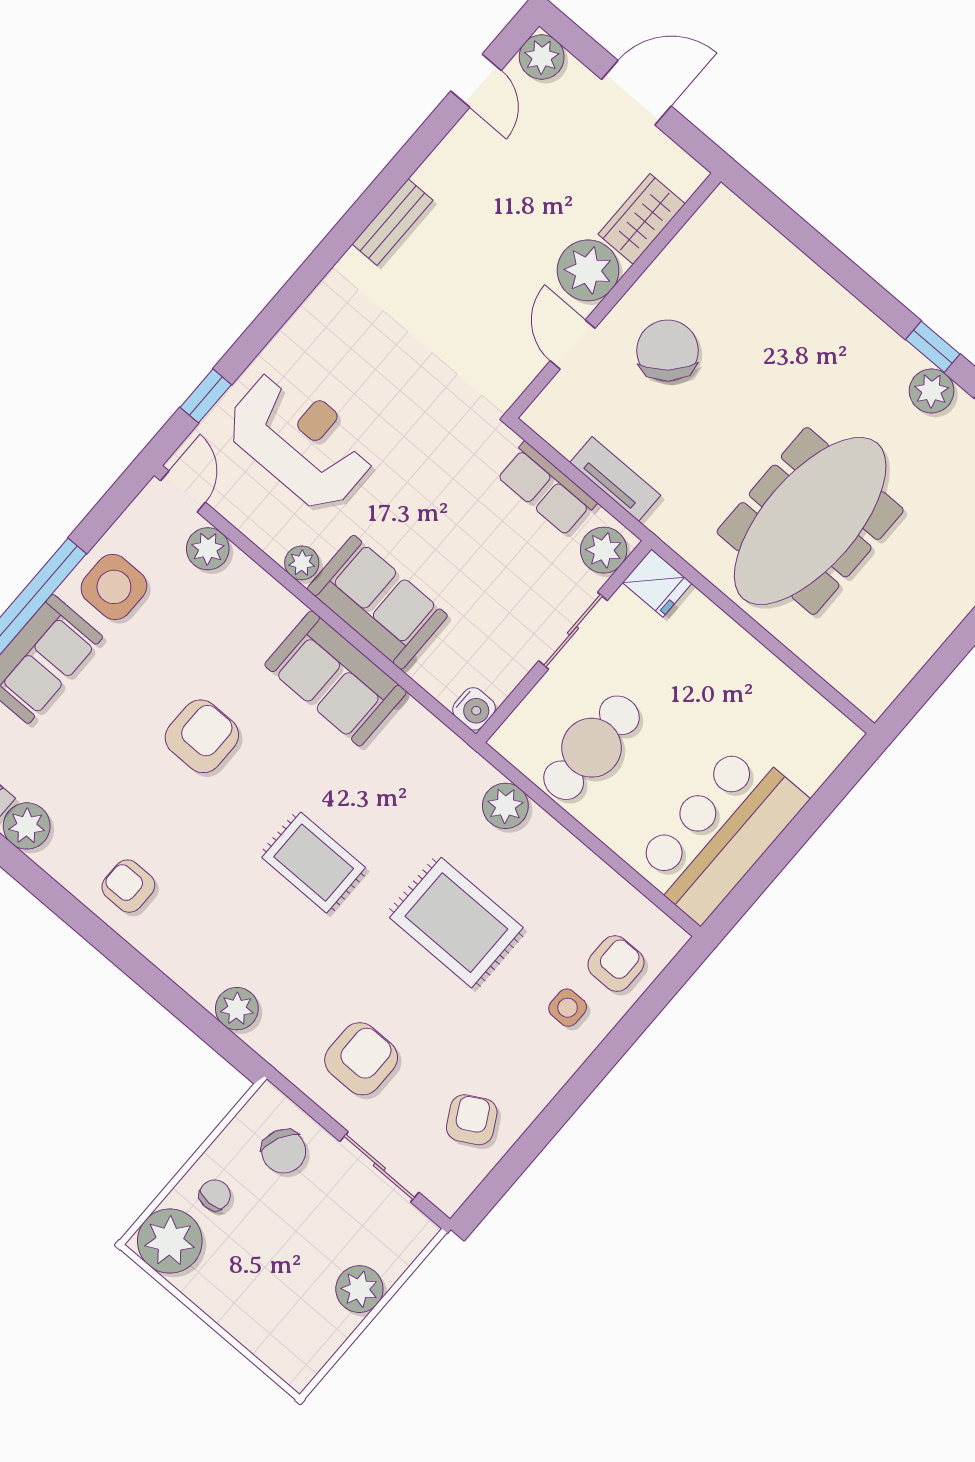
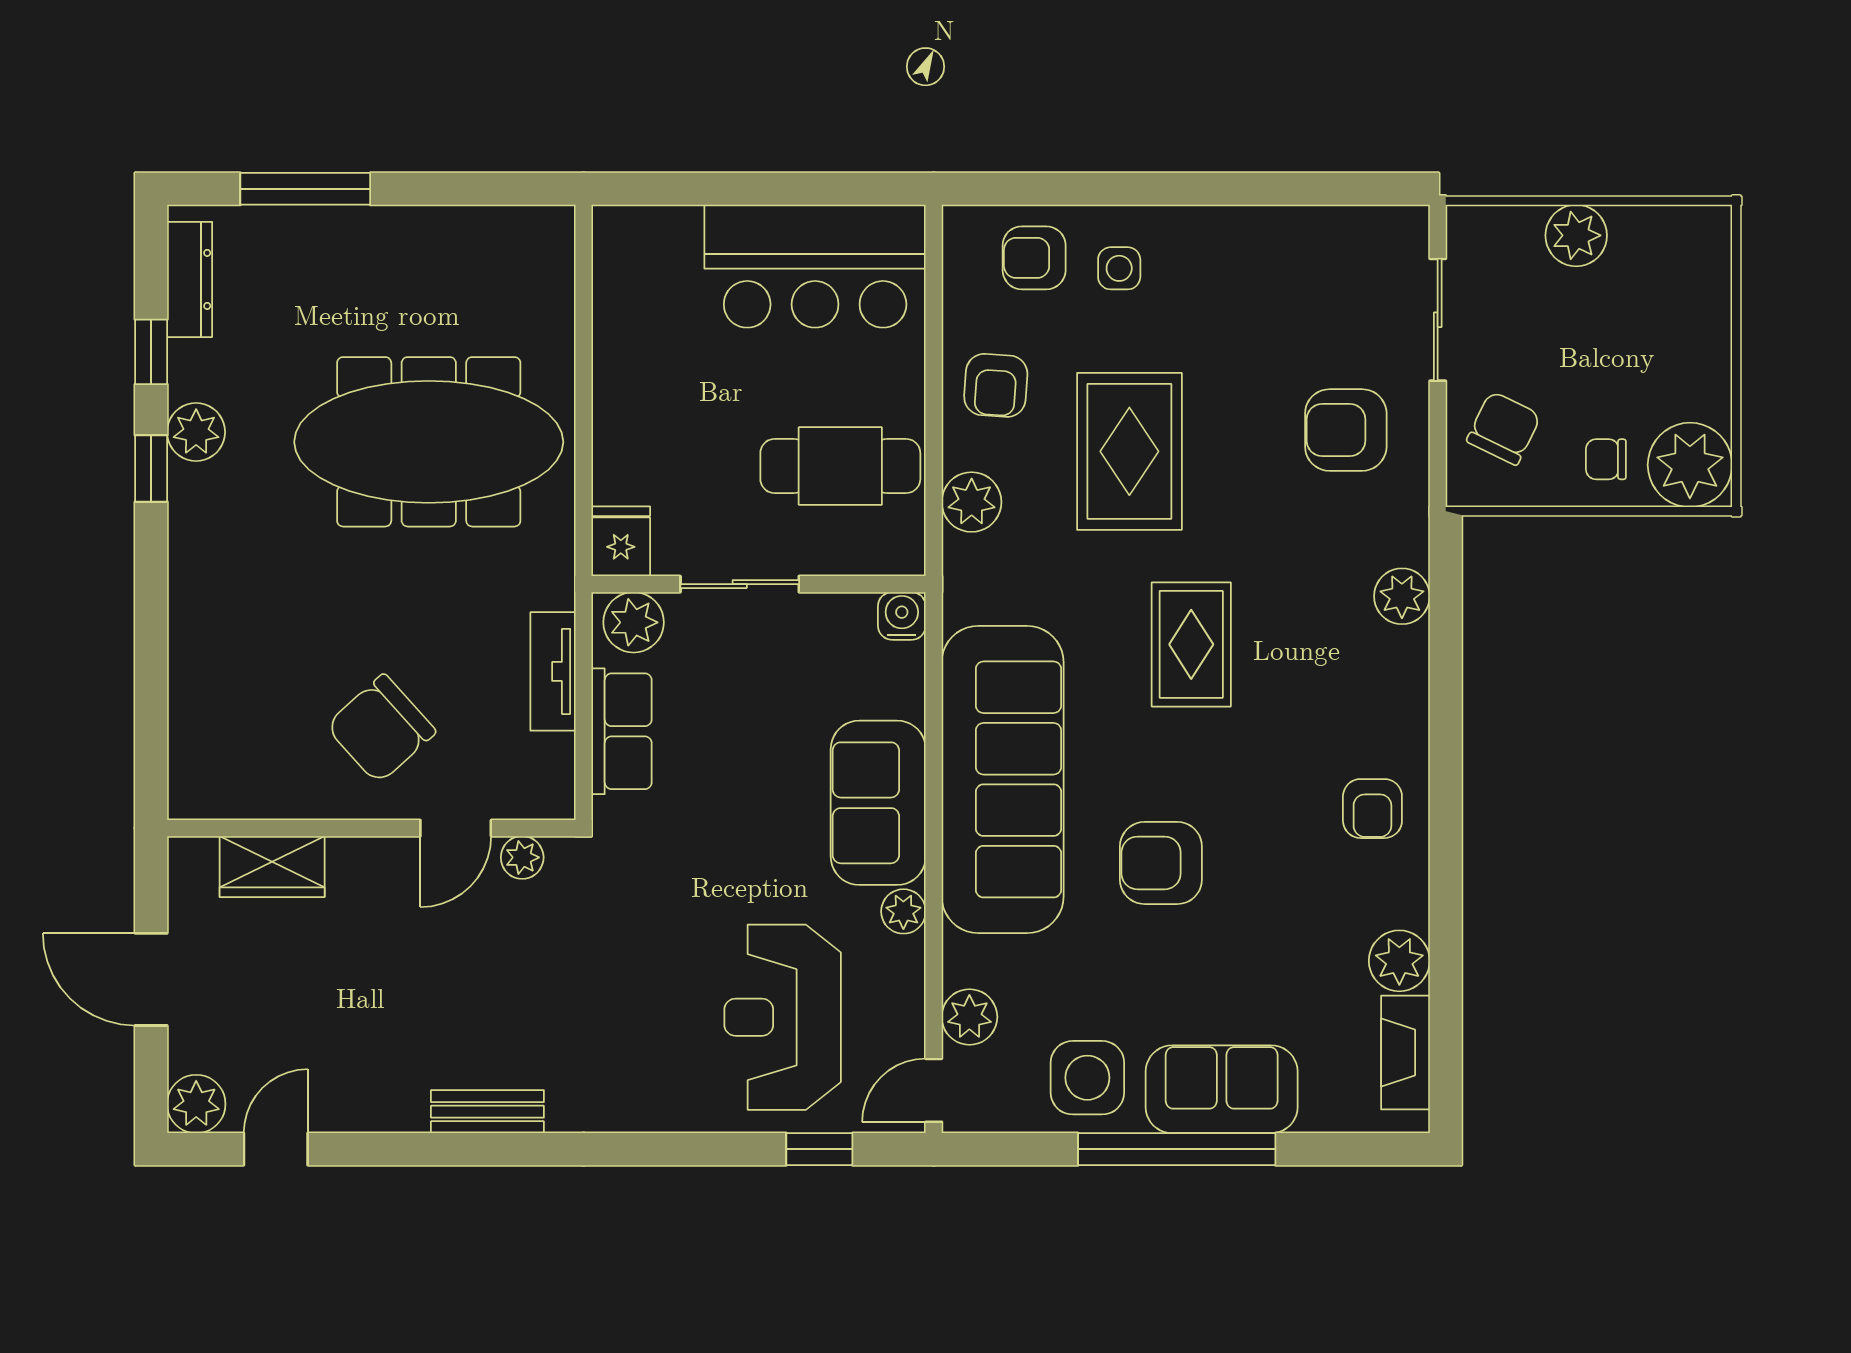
plant: (588, 270) -> (522, 857), moved, width x0.53, depth x0.53
sofa: (336, 678) -> (1003, 779), width x1.85, depth x1.27
armchair: (472, 1120) -> (996, 385), moved, turned -57

